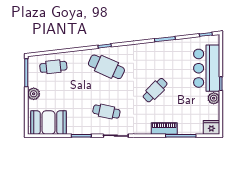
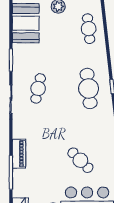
cafe table: (106, 67) -> (89, 88), turned -30
cafe table: (155, 90) -> (80, 160), moved

